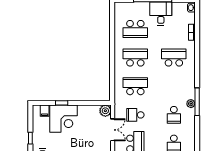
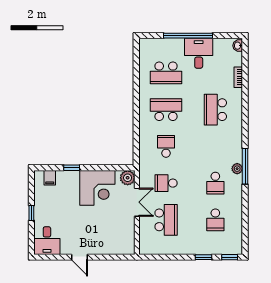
school desk: (174, 58) -> (215, 110), turned -90
school desk: (135, 86) -> (166, 146), width x0.54
corner desk: (64, 119) -> (97, 188), moved

